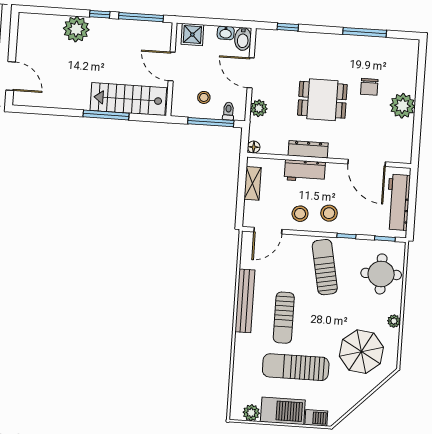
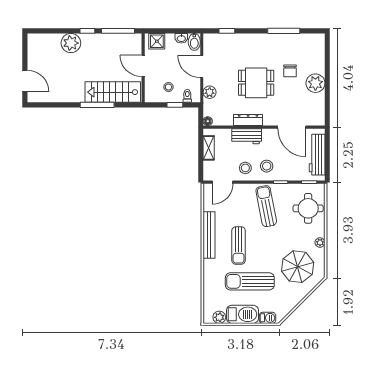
window: (211, 122) -> (175, 105), width x0.46

